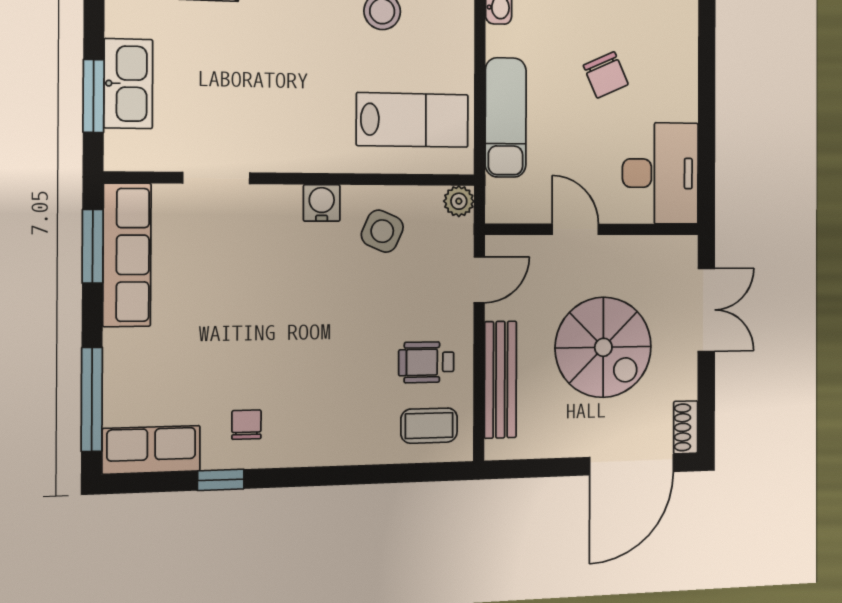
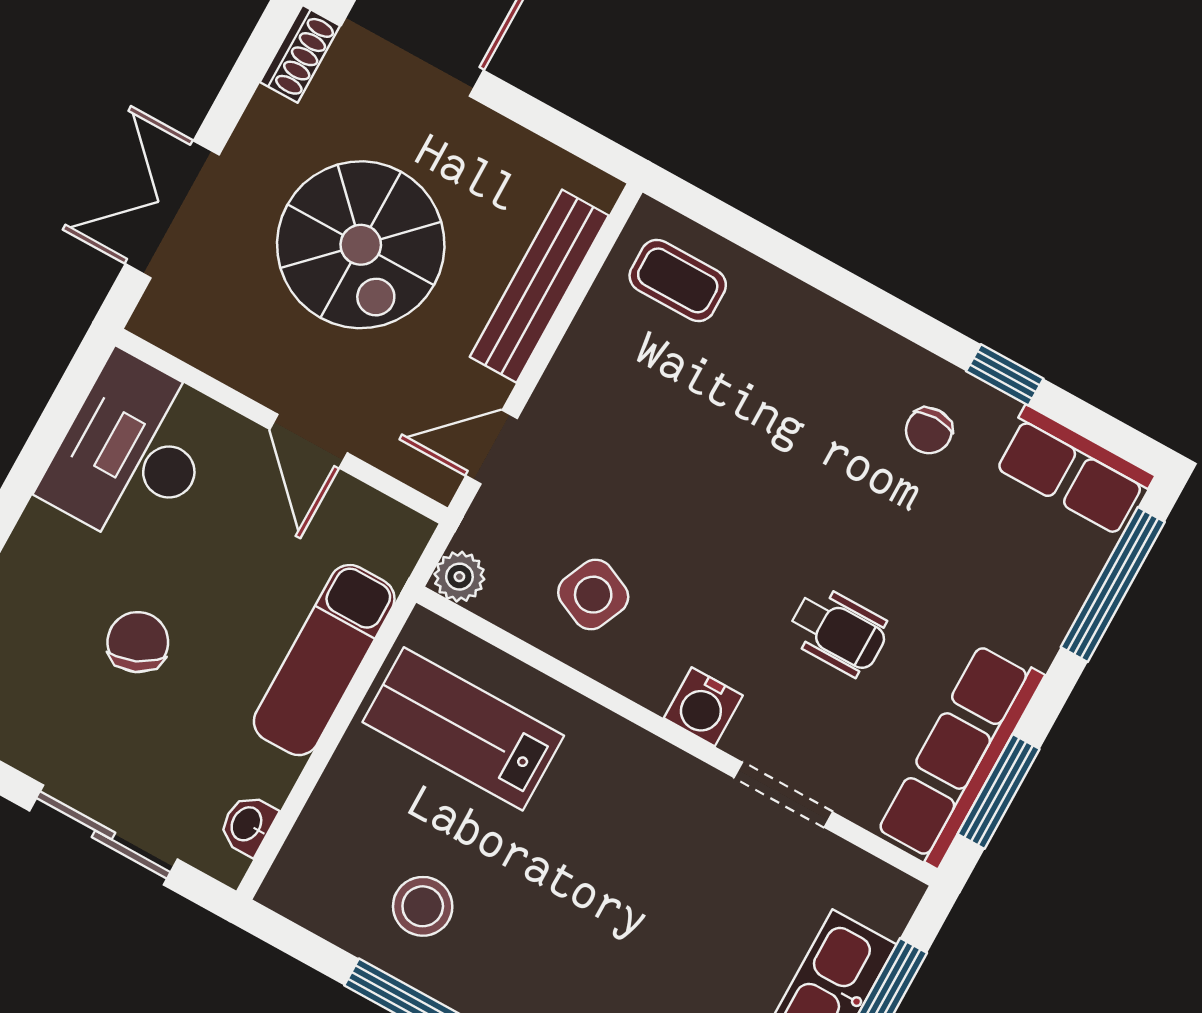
water cooler: (322, 203) -> (703, 707), moved
spiral stairs: (603, 347) -> (361, 245), turned 180
wheelchair: (426, 362) -> (838, 631), moved

